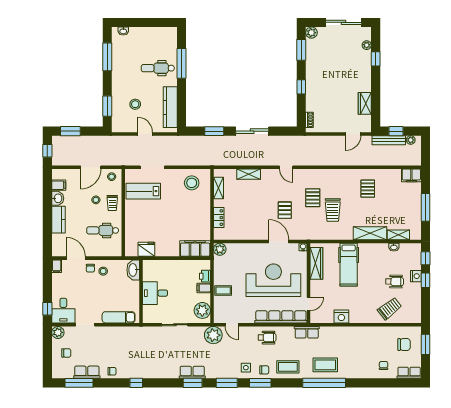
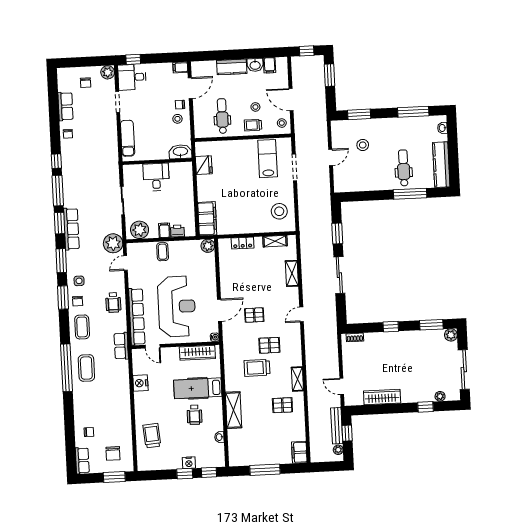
wardrobe: (365, 103) -> (382, 397), width x1.50
kitchen counter: (170, 107) -> (441, 165), moved, turned -90
shelving: (398, 235) -> (297, 379), moved
wheelchair: (395, 281) -> (195, 415), moved
trolley: (390, 308) -> (152, 436), turned -147
row of seats: (192, 372) -> (71, 229), width x1.48
window: (79, 383) -> (58, 191), moved

